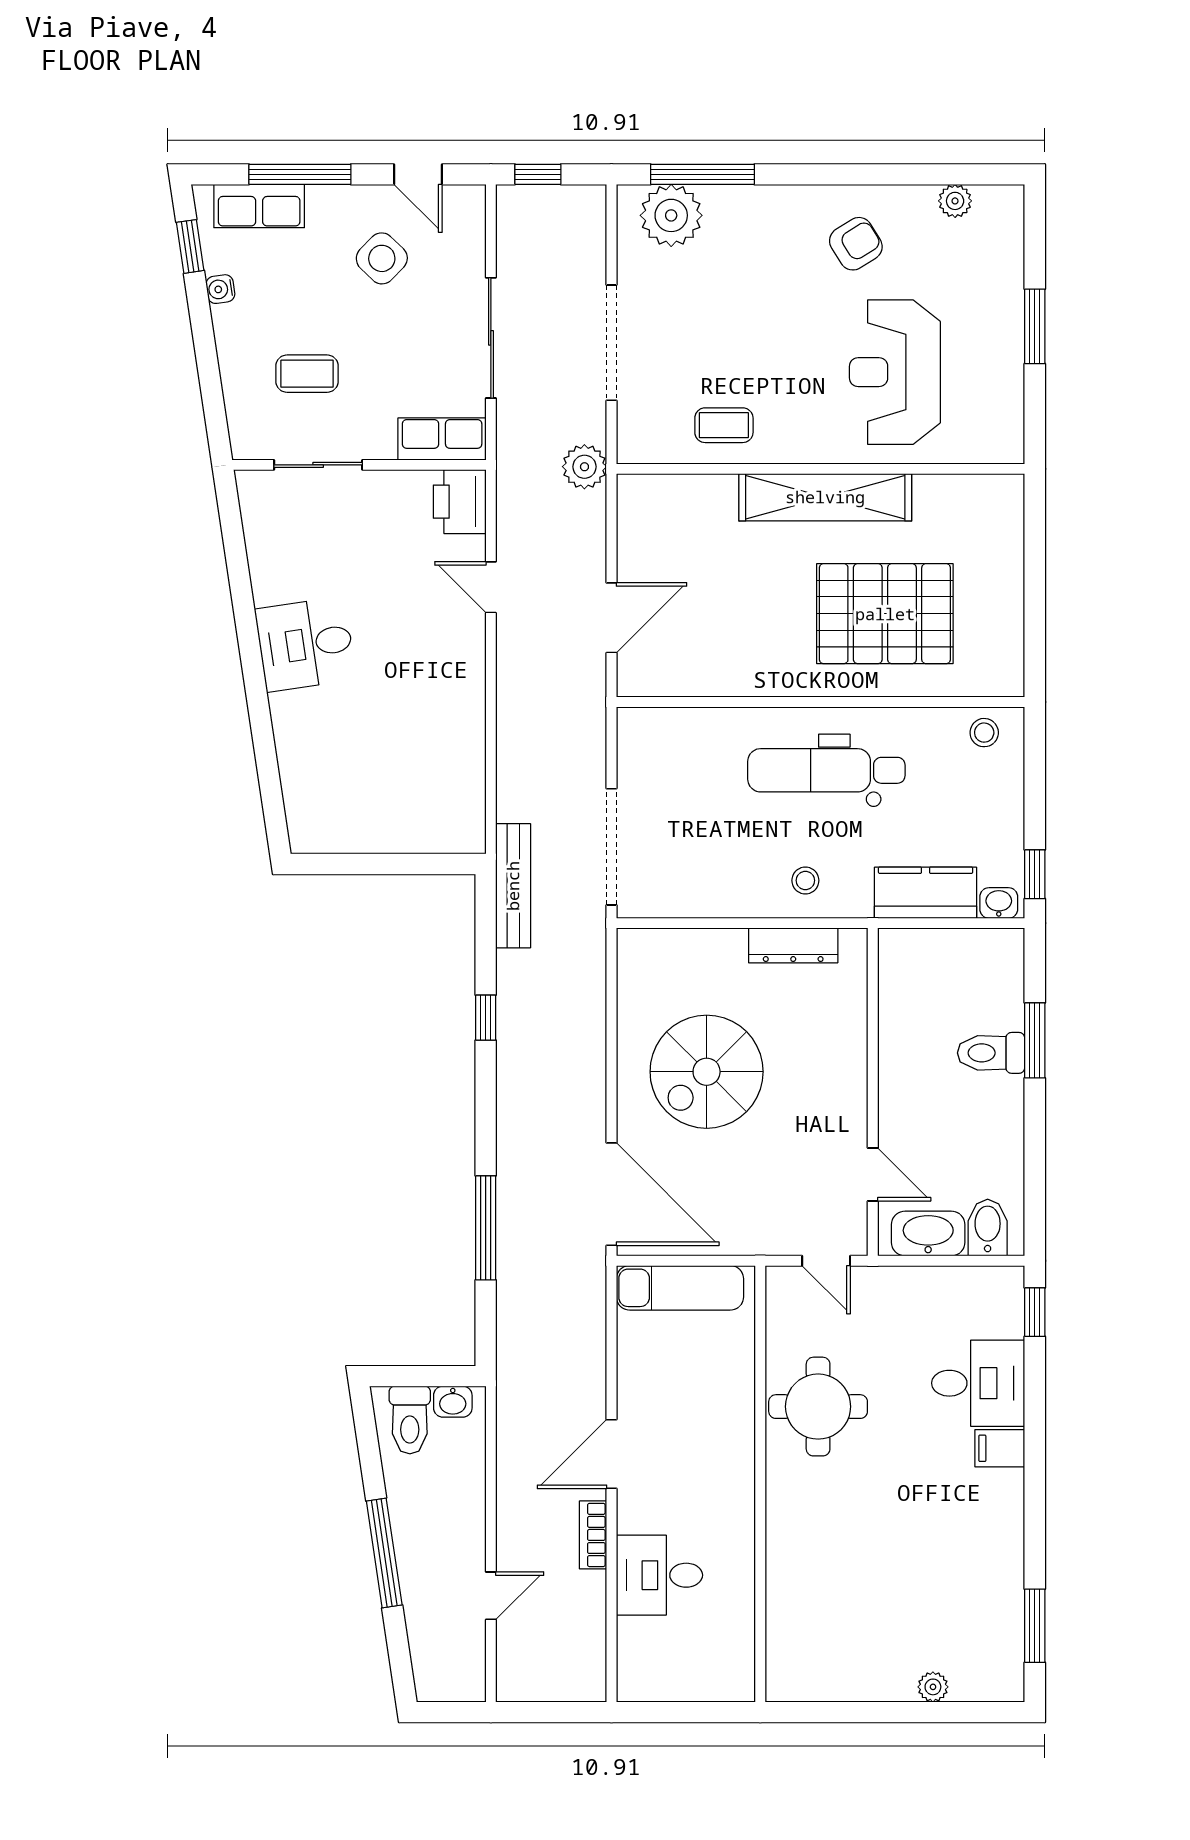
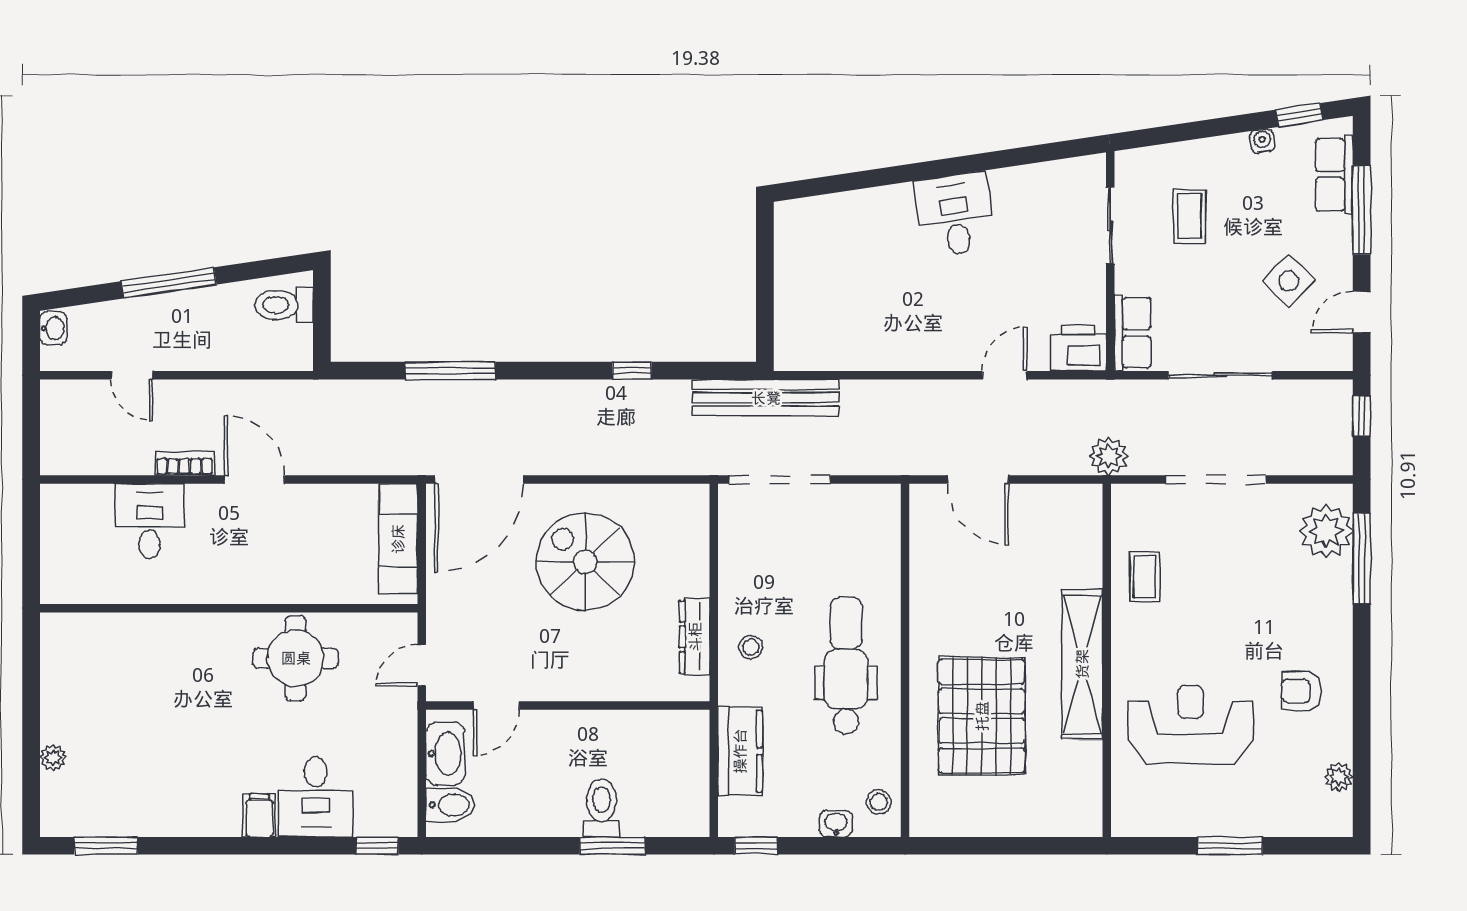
armchair: (856, 244) -> (1302, 691), turned 122
bench: (513, 886) -> (766, 398), width x1.37, depth x1.21
washbasin: (999, 903) -> (836, 824), moved, turned -90
washbasin: (453, 1402) -> (53, 328), moved, turned 180

